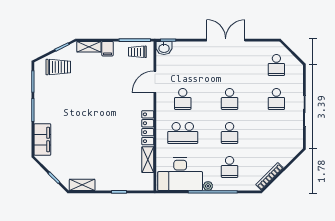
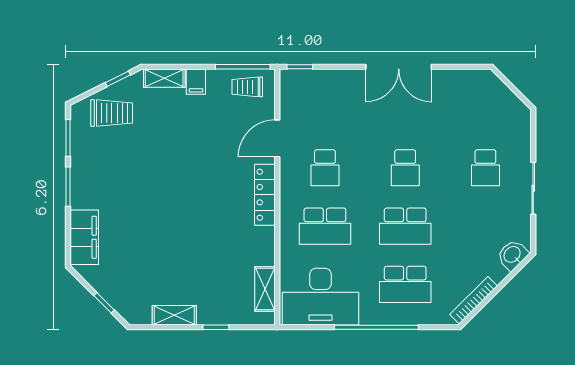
double door: (226, 40) -> (399, 67), swing flipped
washbasin: (164, 48) -> (513, 255), moved, turned 135
school desk: (276, 65) -> (485, 110), removed
locker: (148, 128) -> (265, 195), moved
school desk: (230, 133) -> (405, 226), width x1.85
shelving: (148, 160) -> (265, 289), moved
school desk: (230, 167) -> (405, 284), width x1.85
shelving: (82, 185) -> (174, 315), moved
plant: (208, 186) -> (368, 317), removed

